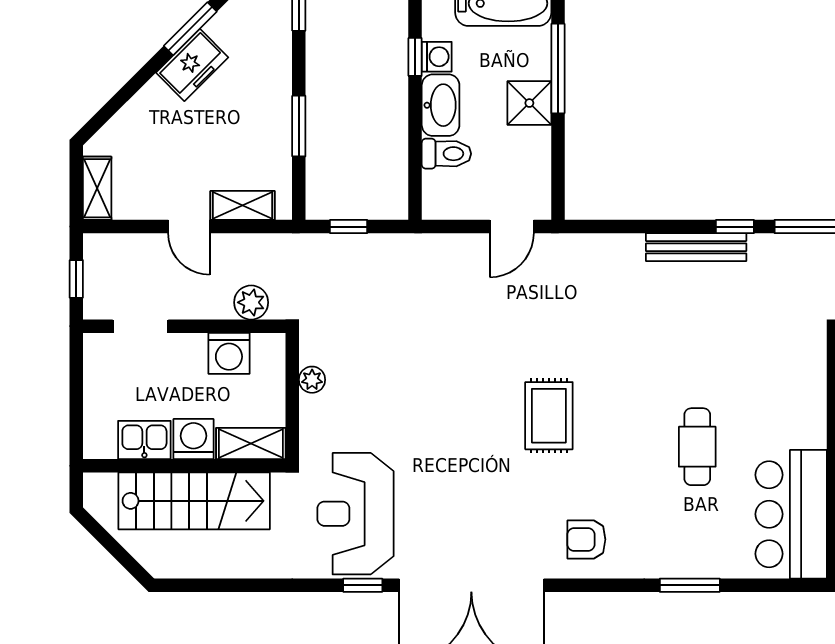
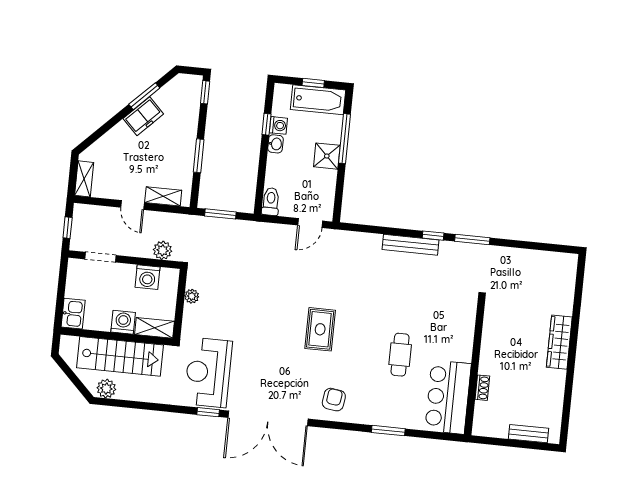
washbasin: (441, 105) -> (275, 144), width x0.52, depth x0.69
toilet: (446, 154) -> (271, 202), moved, turned -90
window: (349, 227) -> (220, 214), width x1.50
kitchen sink: (144, 440) -> (73, 314), moved, turned 90
armchair: (586, 539) -> (334, 400), turned 98
plant: (175, 561) -> (106, 389), added

